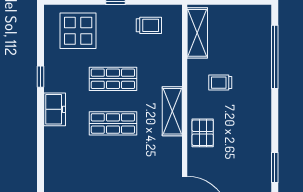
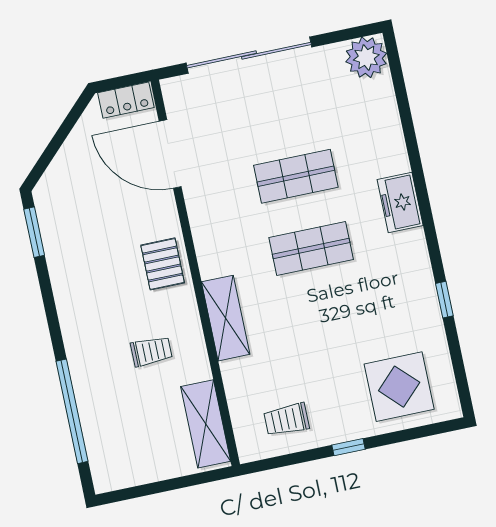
shop shelf: (113, 79) -> (296, 176), moved
freezer: (55, 109) -> (400, 203), moved
shelving: (172, 111) -> (226, 318), moved

